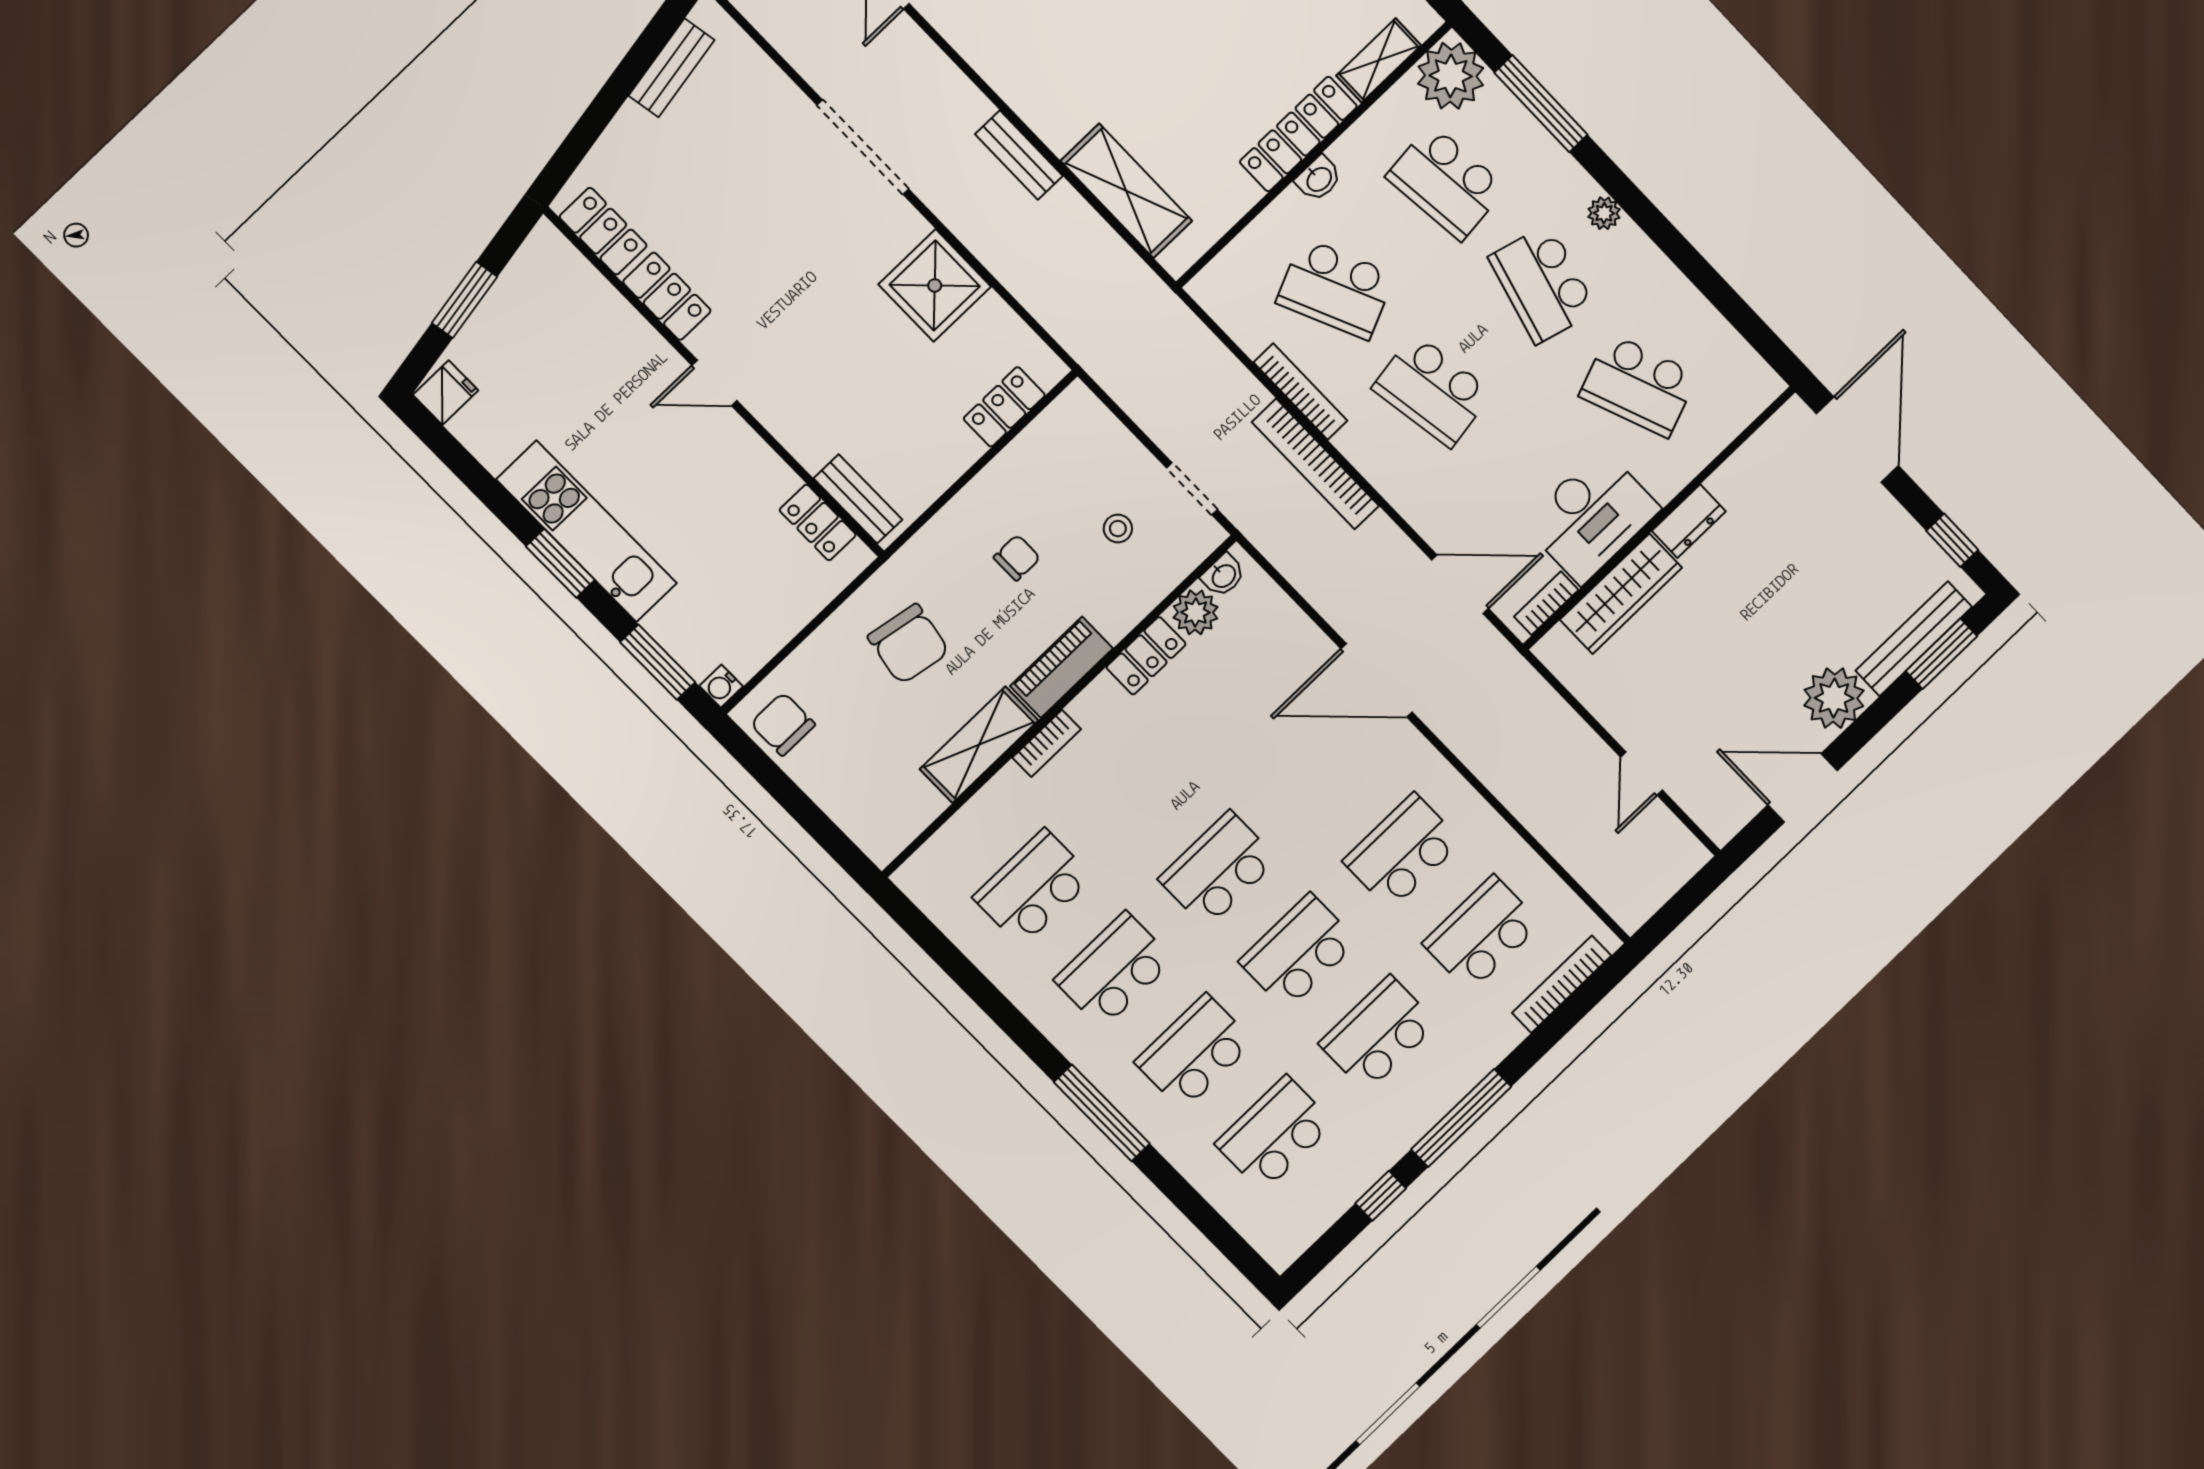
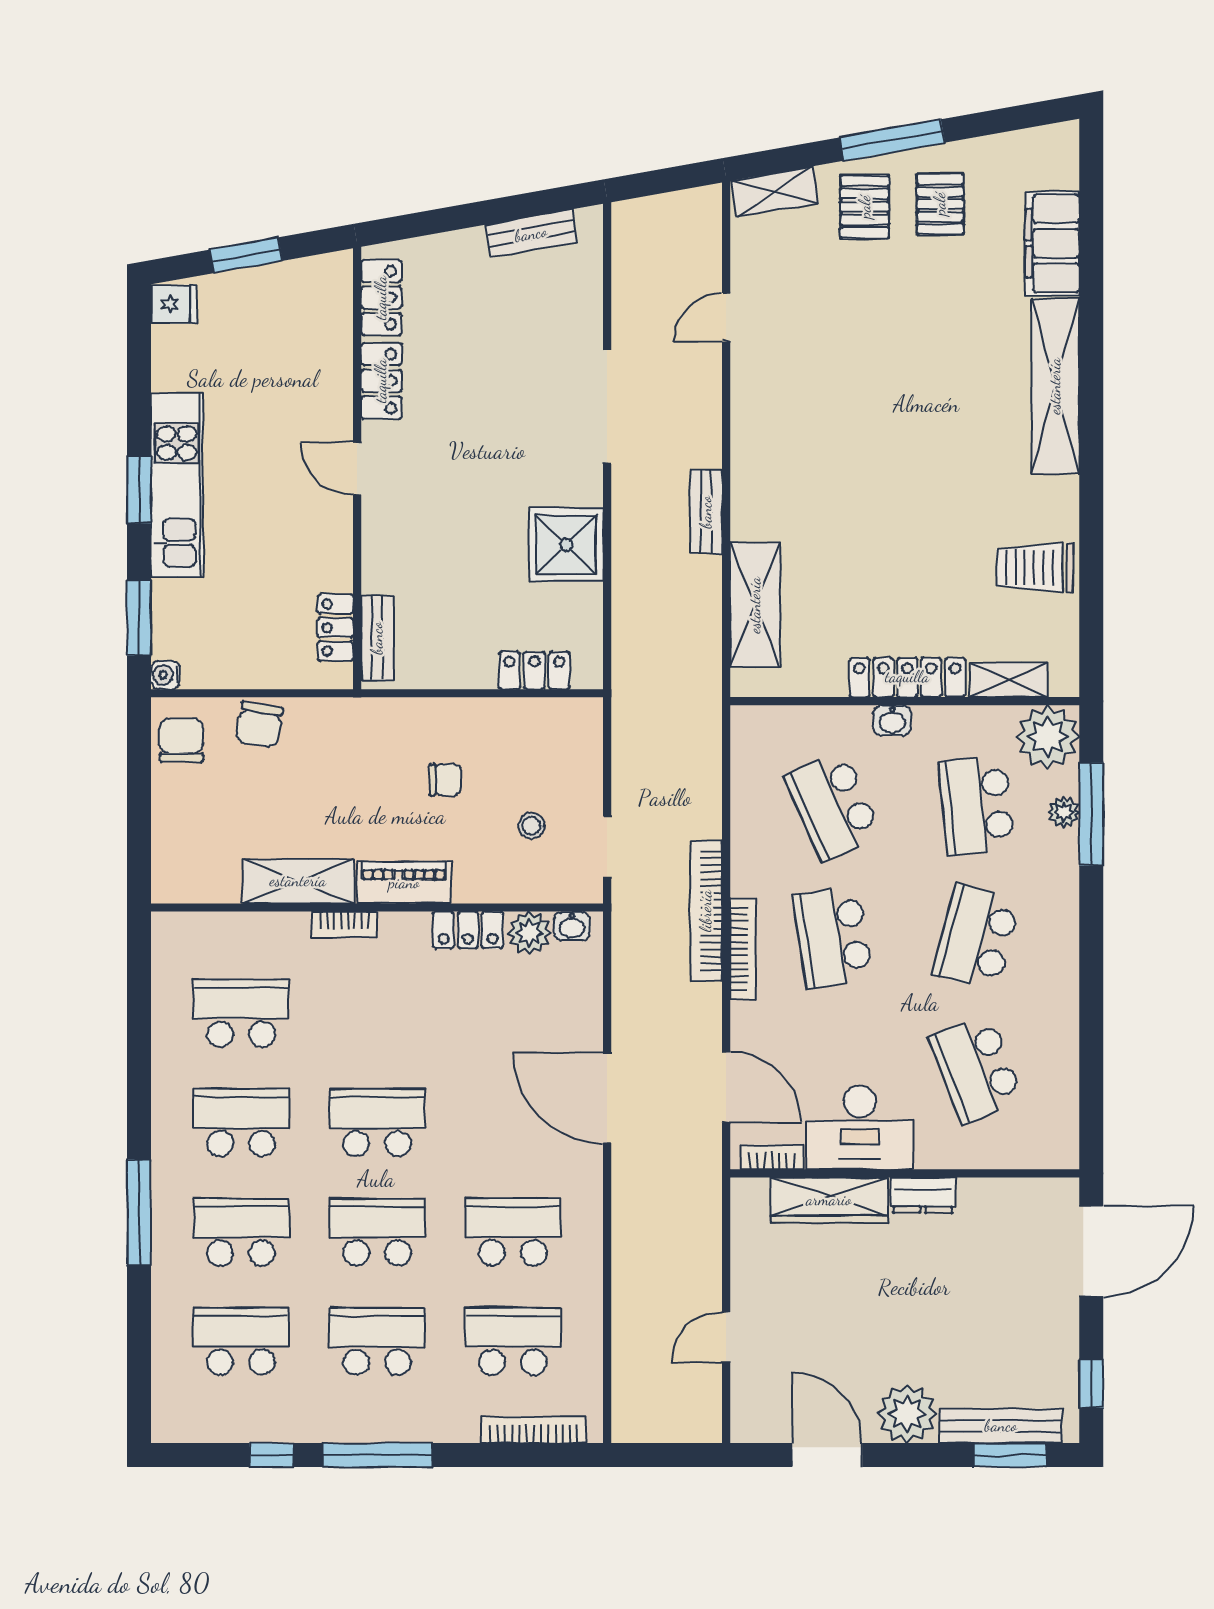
plant: (1604, 213) -> (1064, 812), moved
bookcase: (1300, 391) -> (743, 949), moved
chair: (909, 644) -> (259, 725), moved, width x0.73, depth x0.73

